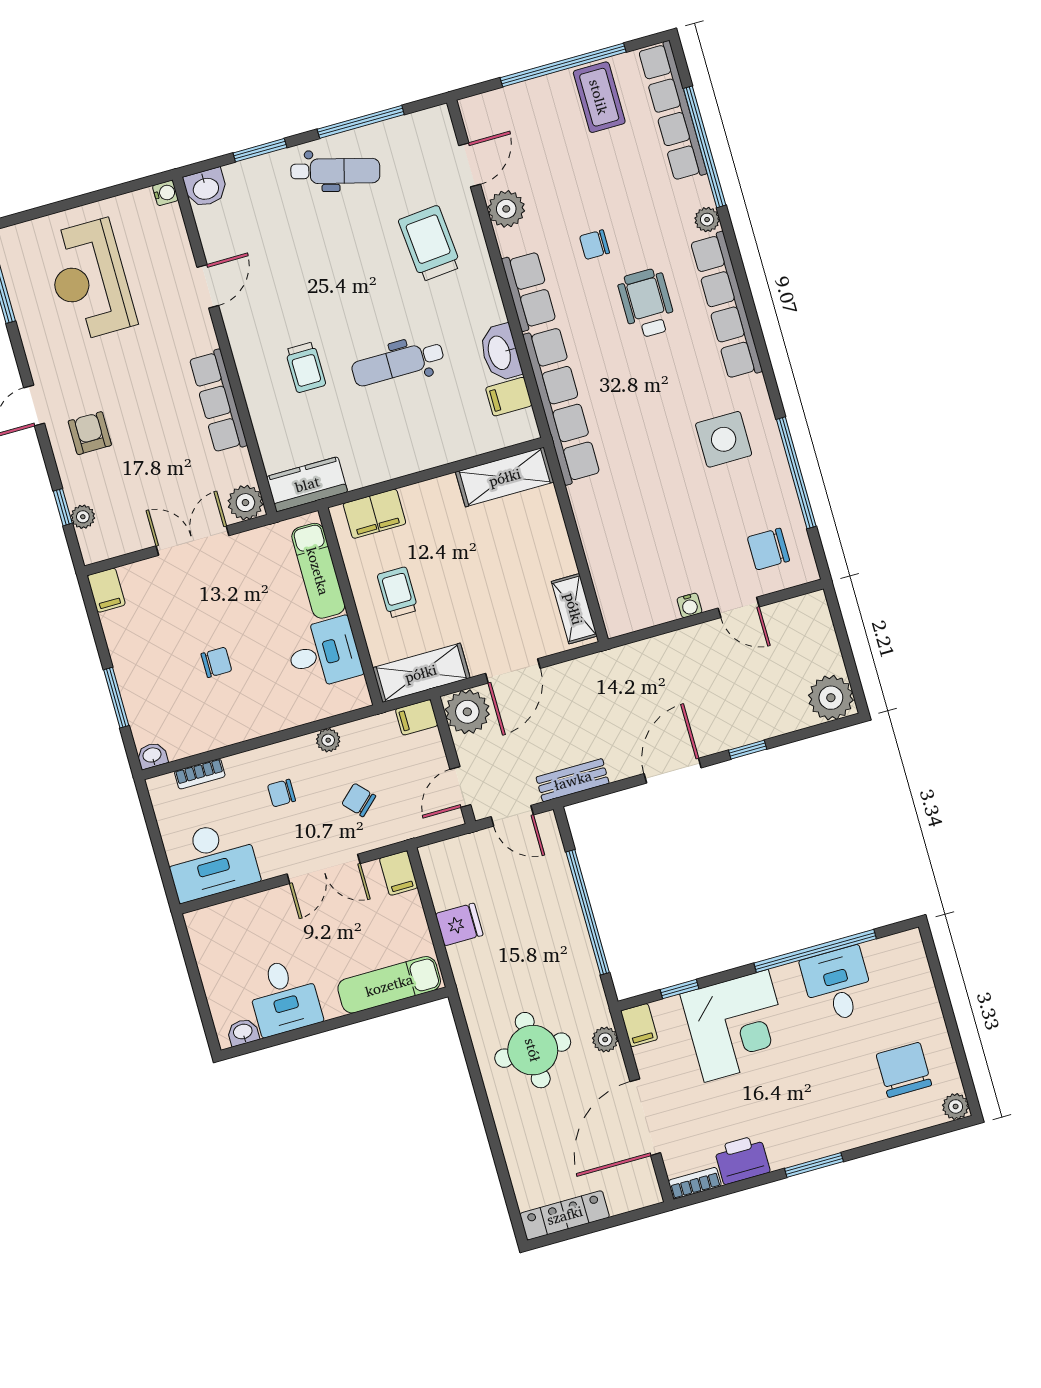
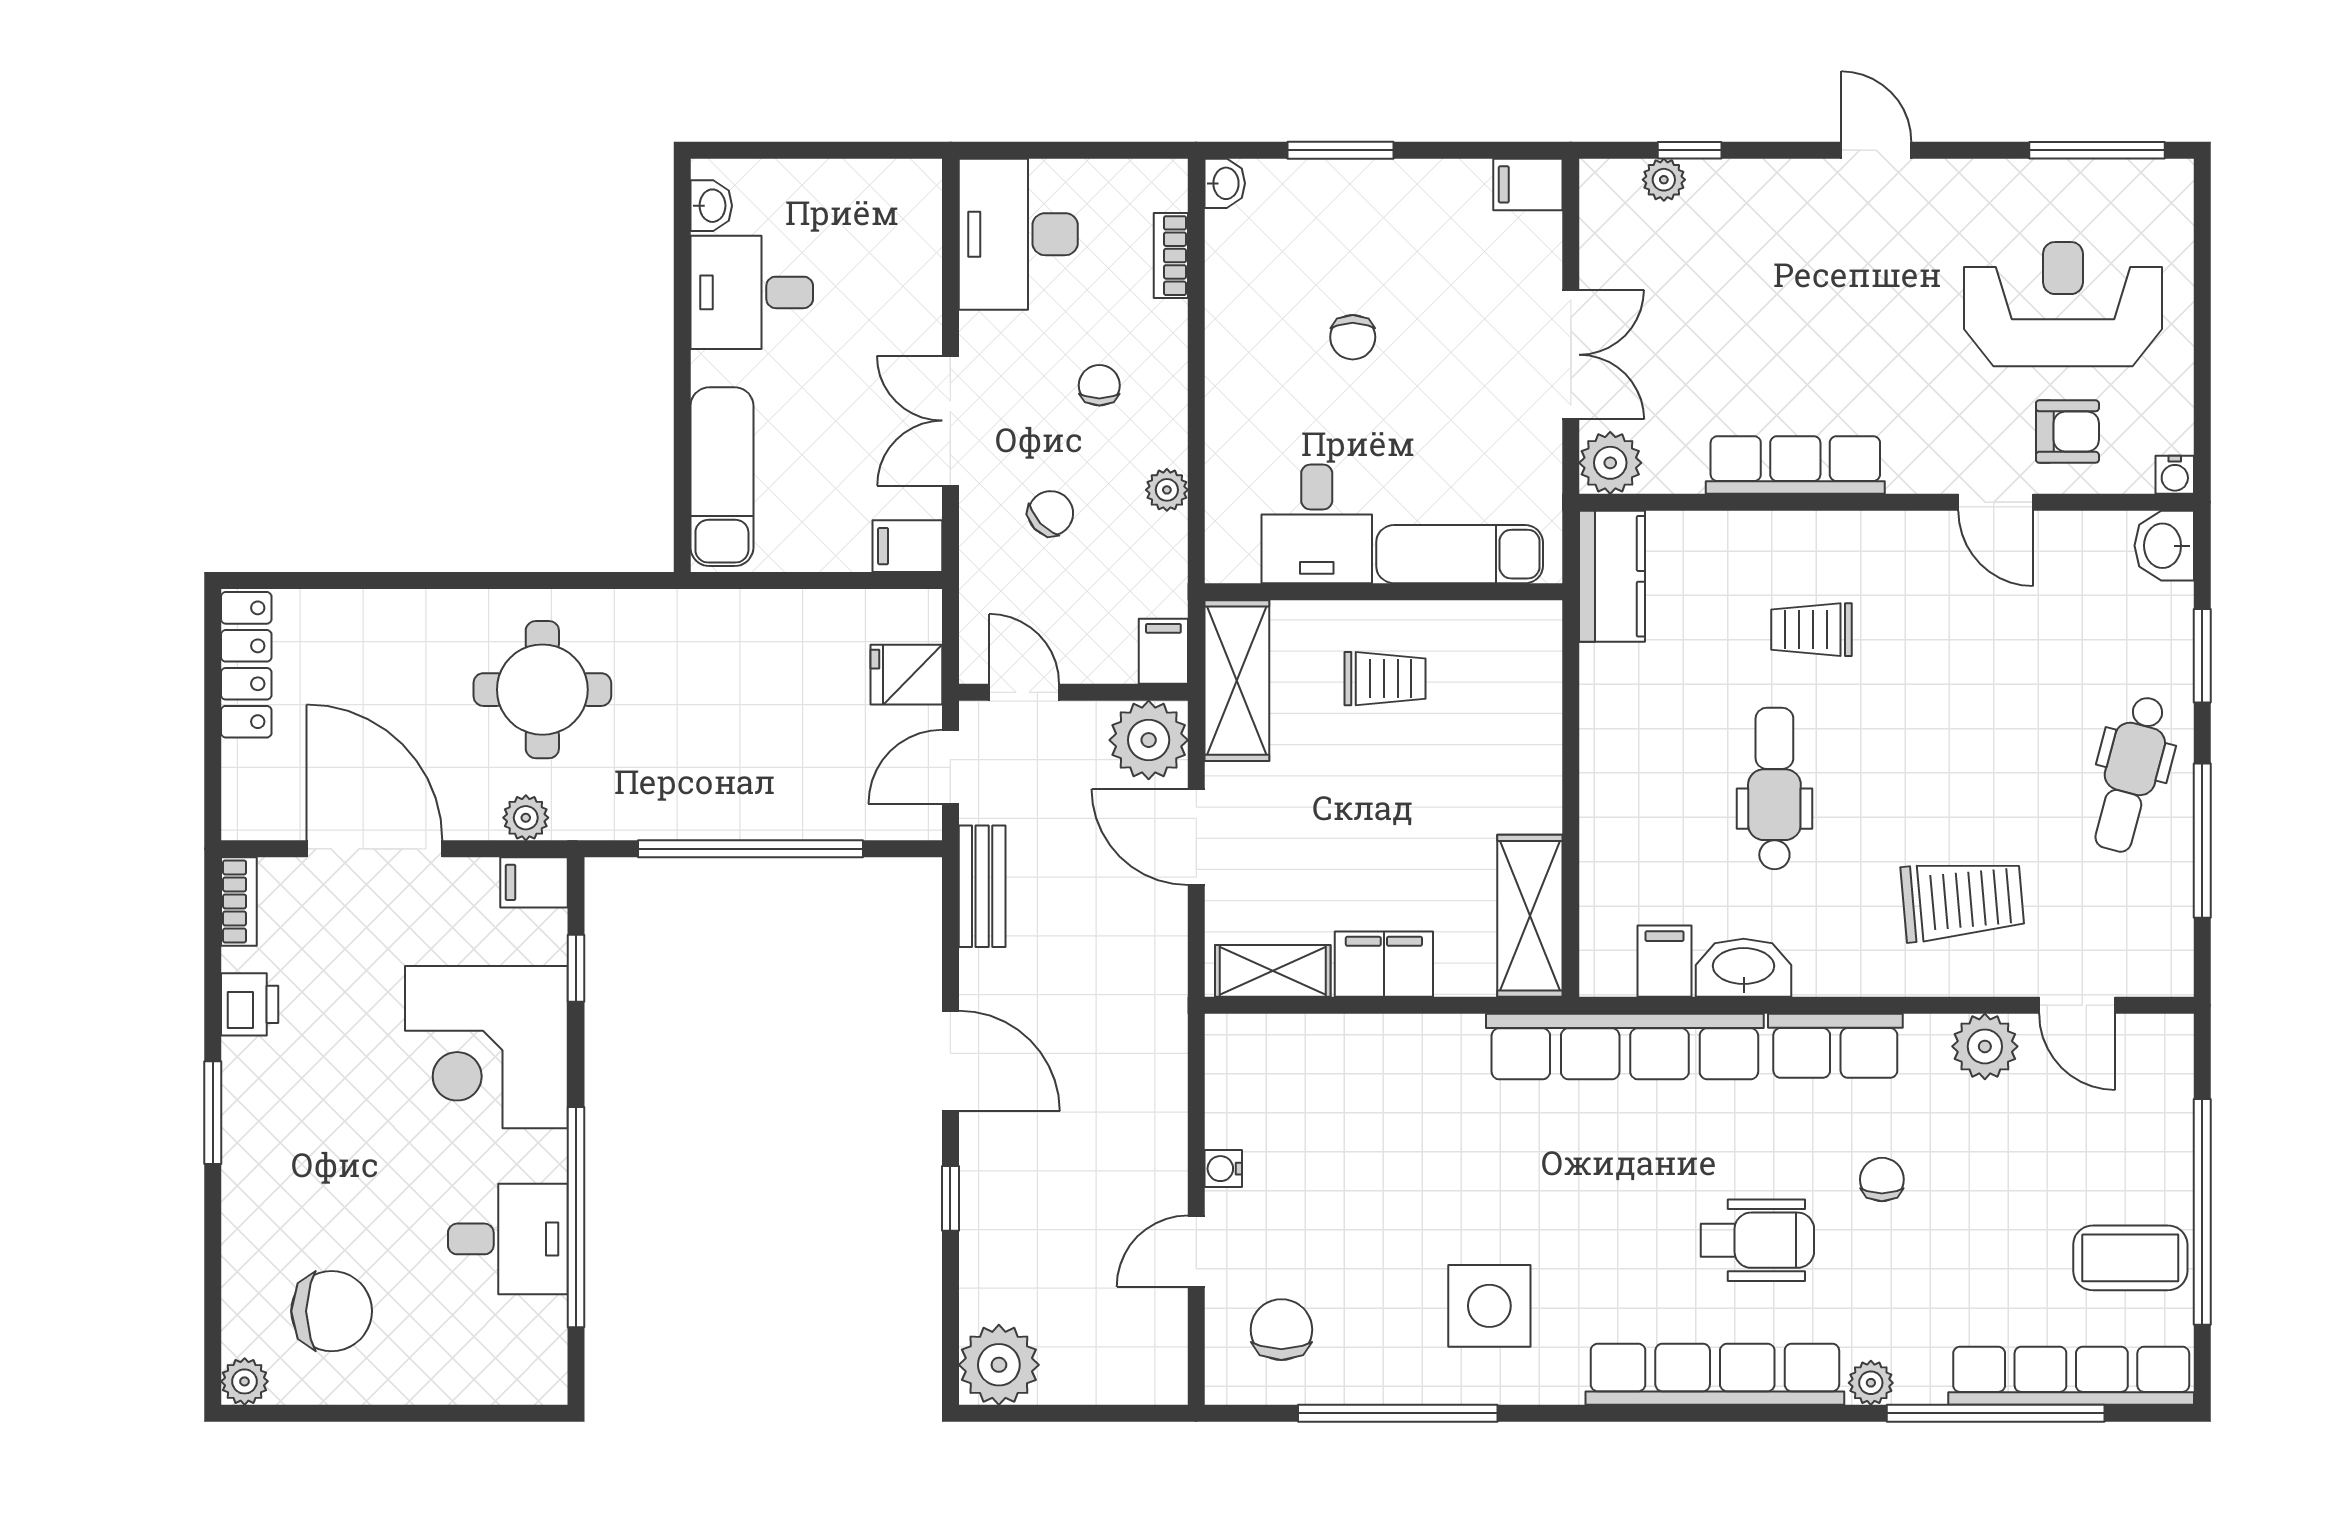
armchair: (90, 433) -> (2067, 432), moved
filing cabinet: (374, 514) -> (1384, 964), moved, turned 90
fridge: (459, 924) -> (906, 675), moved, turned 90
printer: (742, 1160) -> (250, 1004), width x0.73, depth x0.81

